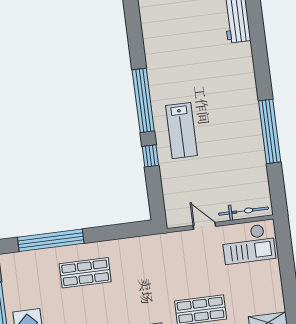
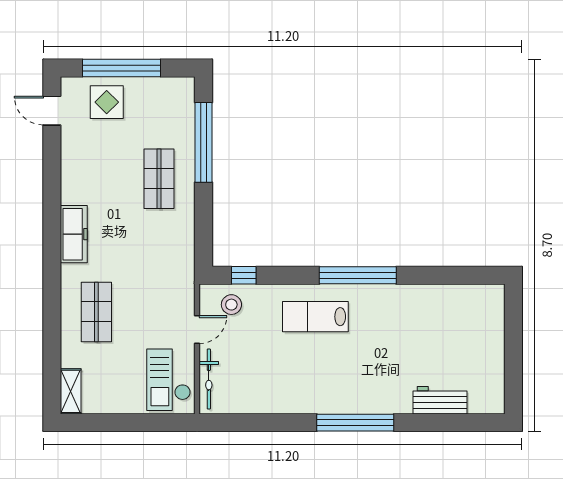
window: (270, 131) -> (355, 423), moved
window: (150, 156) -> (244, 275), moved
stool: (180, 200) -> (231, 305), added

